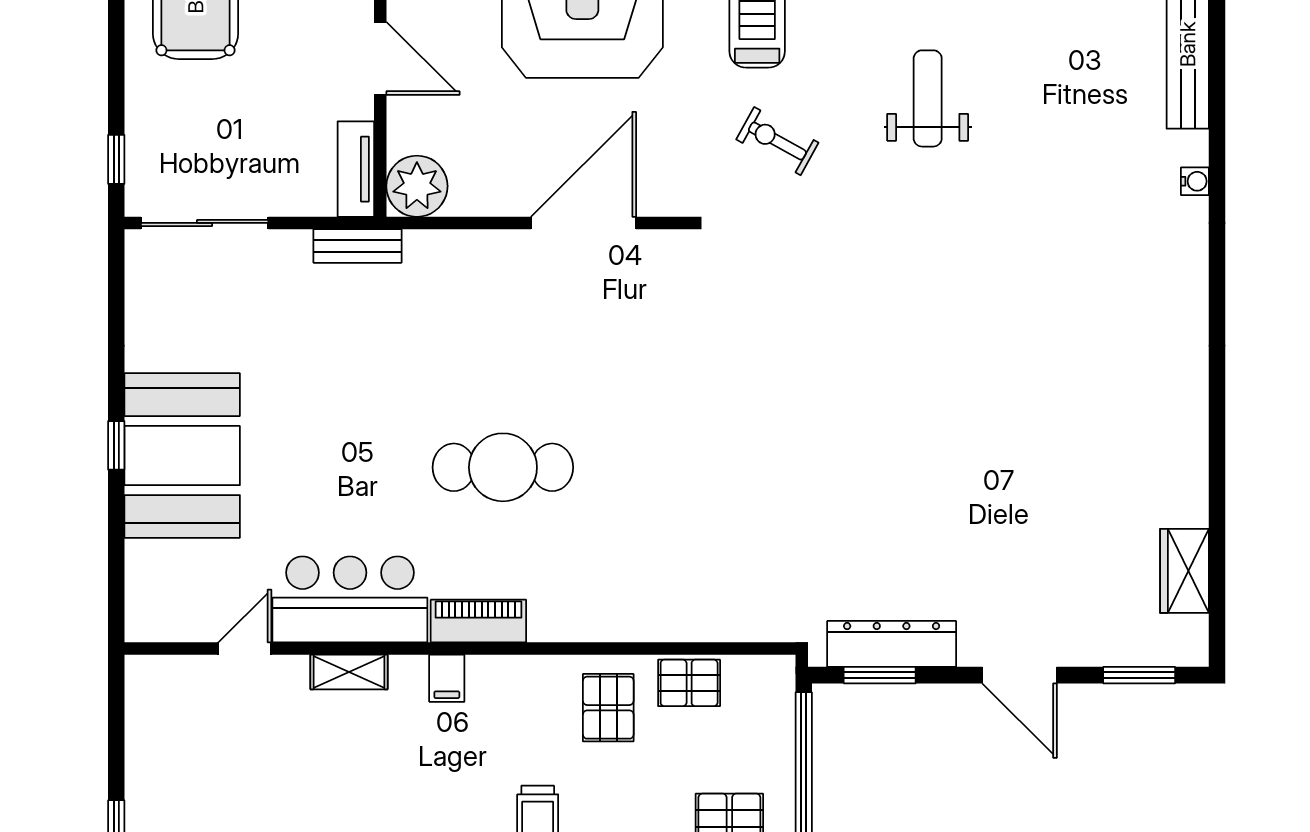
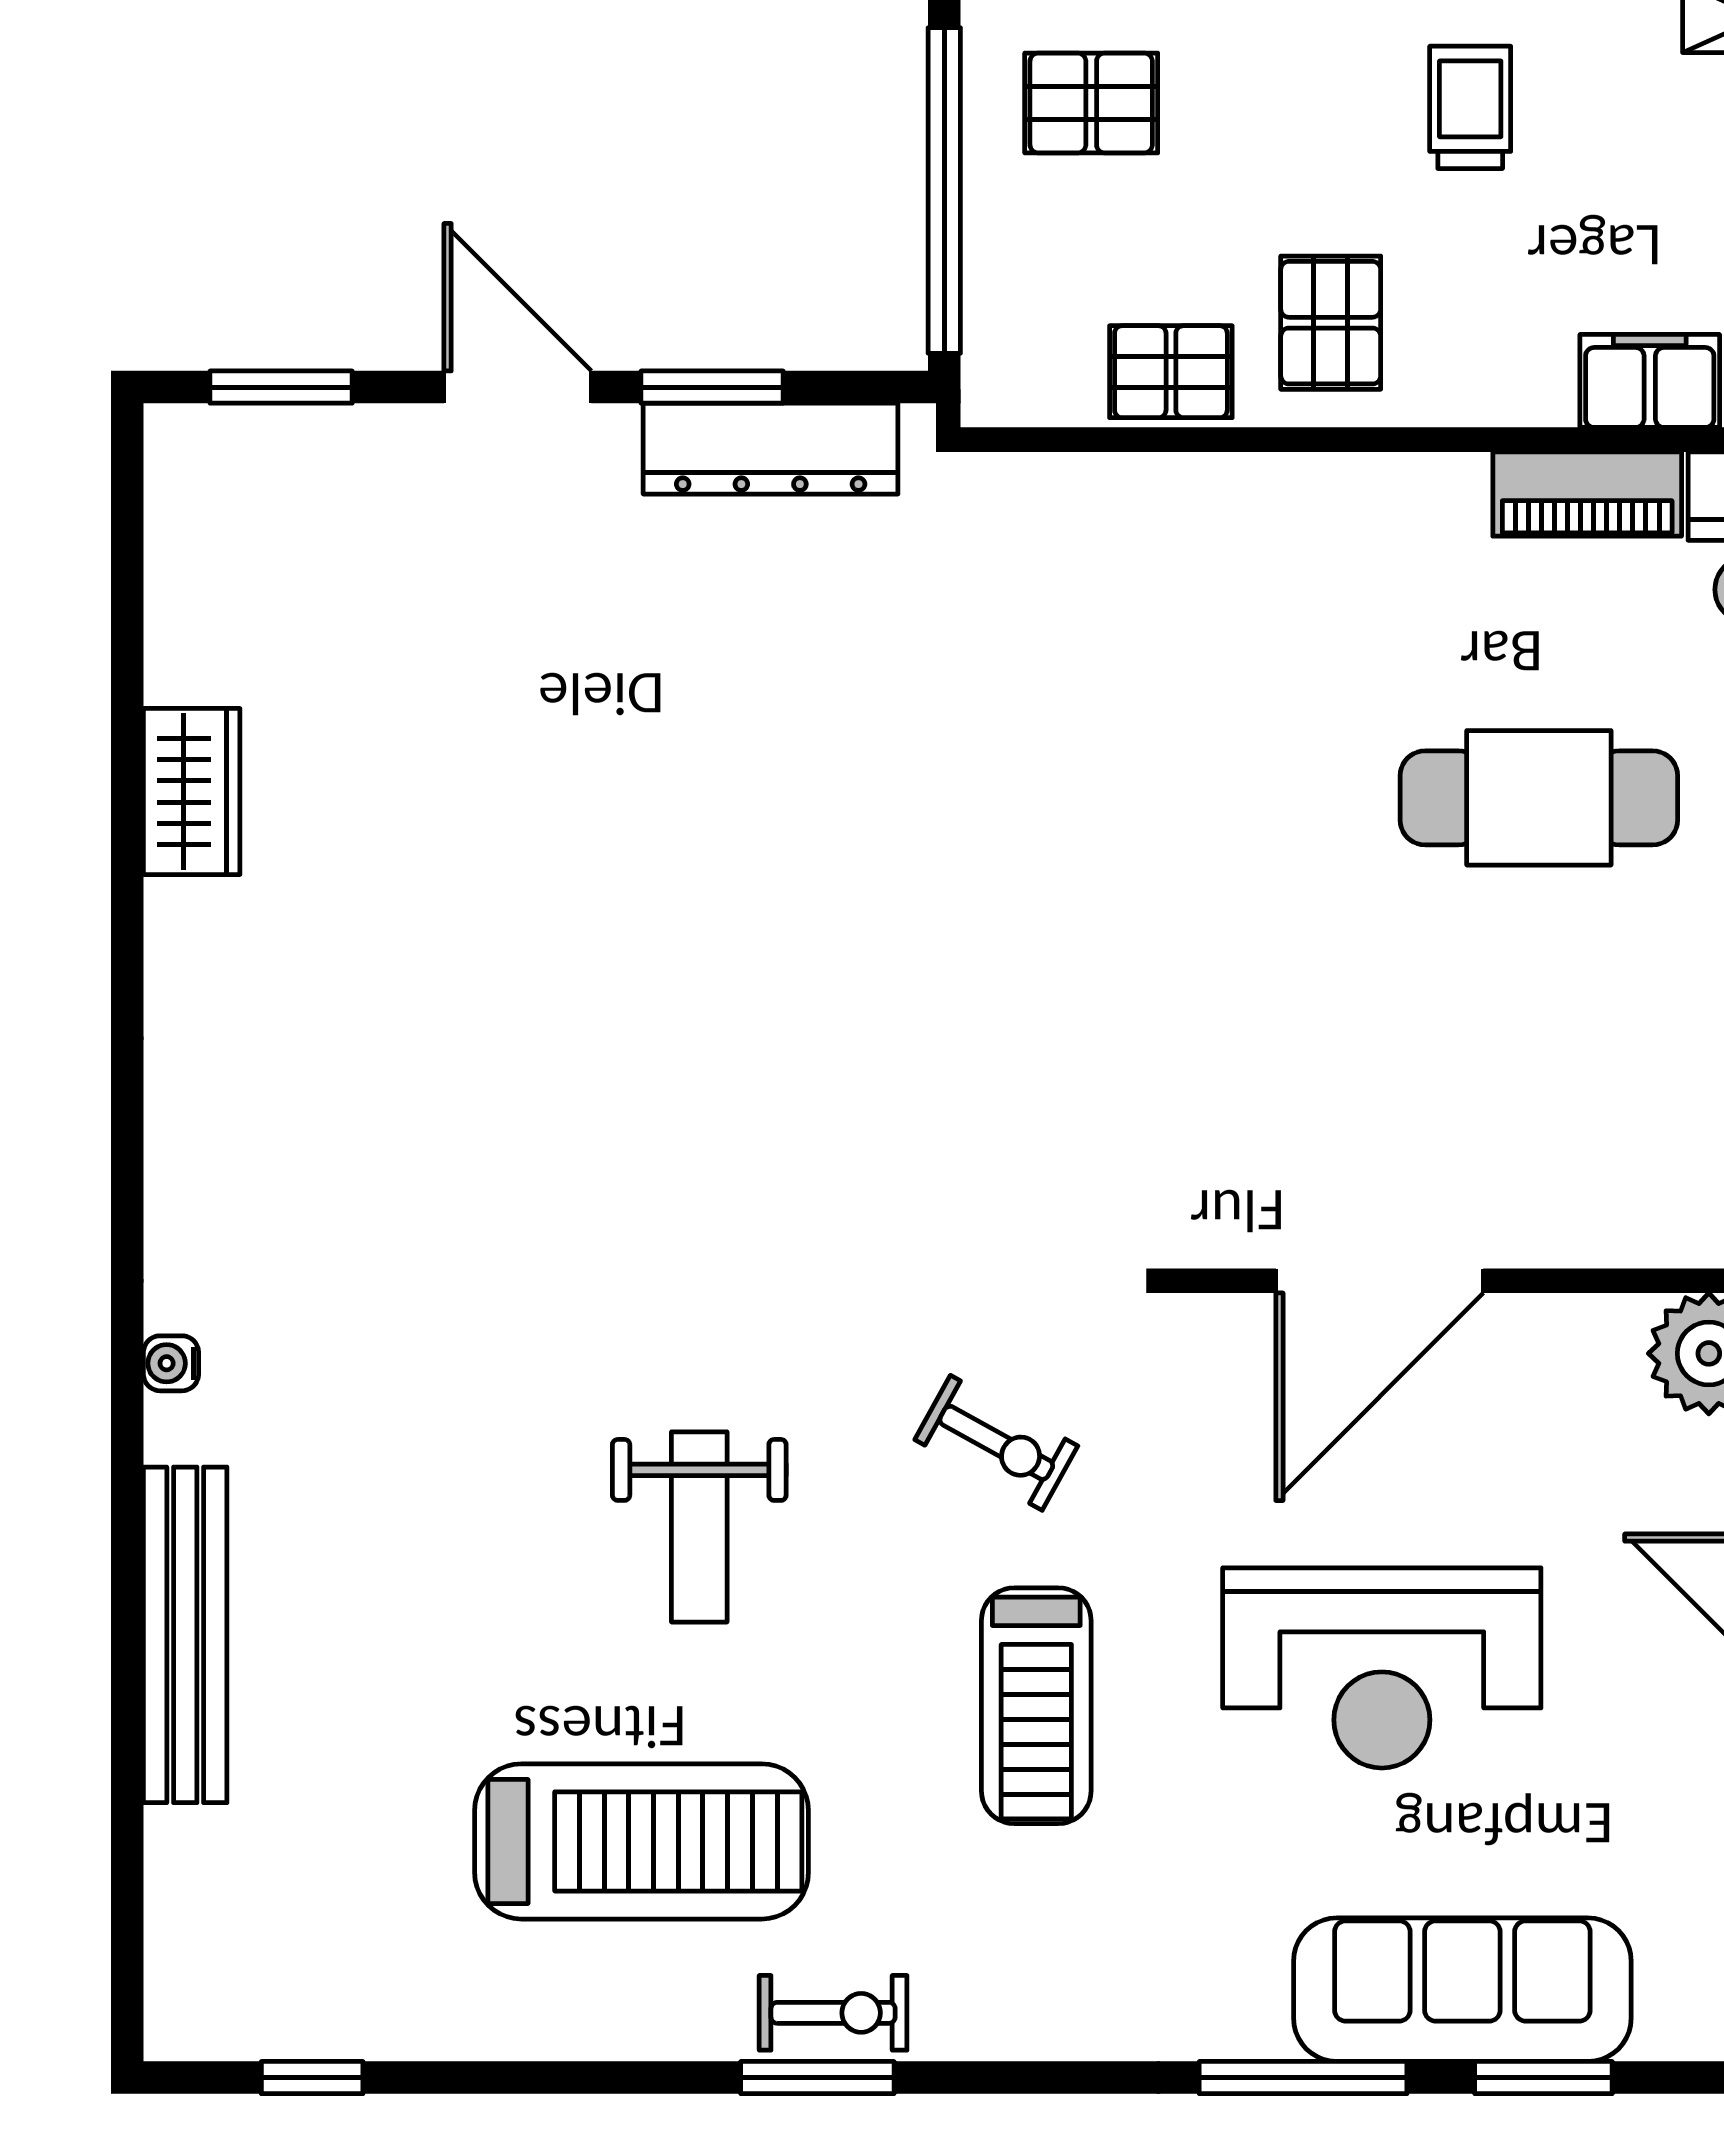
wardrobe: (1184, 571) -> (192, 792), moved
window: (880, 675) -> (712, 387), moved
filing cabinet: (447, 678) -> (1650, 381), width x2.00

